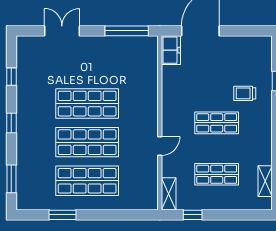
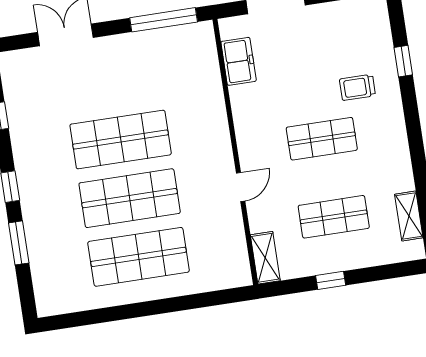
freezer: (171, 50) -> (239, 61), moved
window: (11, 179) -> (19, 243), moved
window: (63, 215) -> (109, 314), removed
window: (193, 215) -> (331, 280), moved

